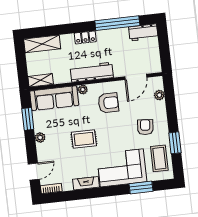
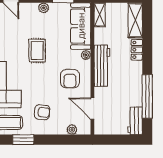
locker: (85, 37) -> (137, 50), moved

